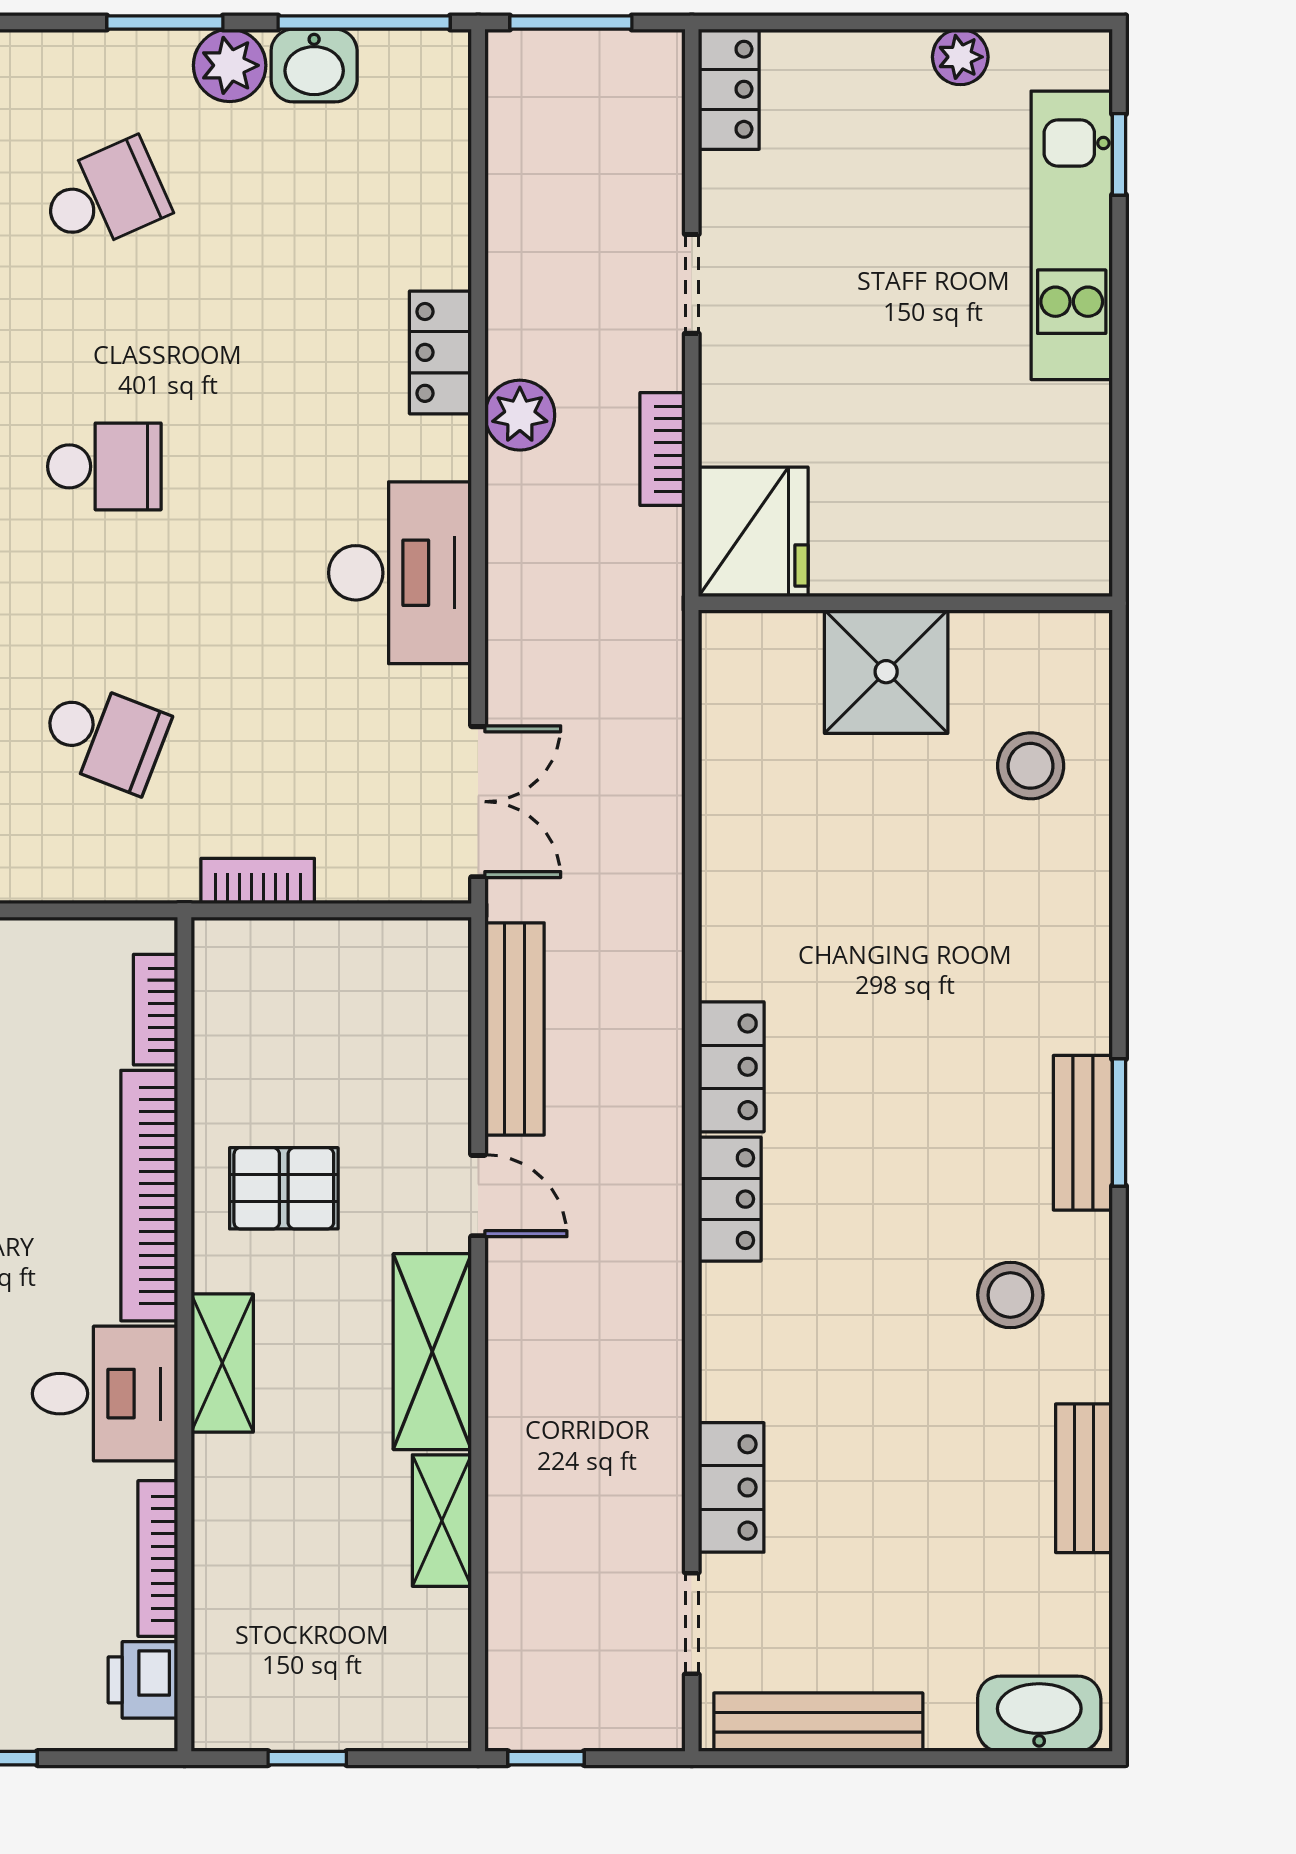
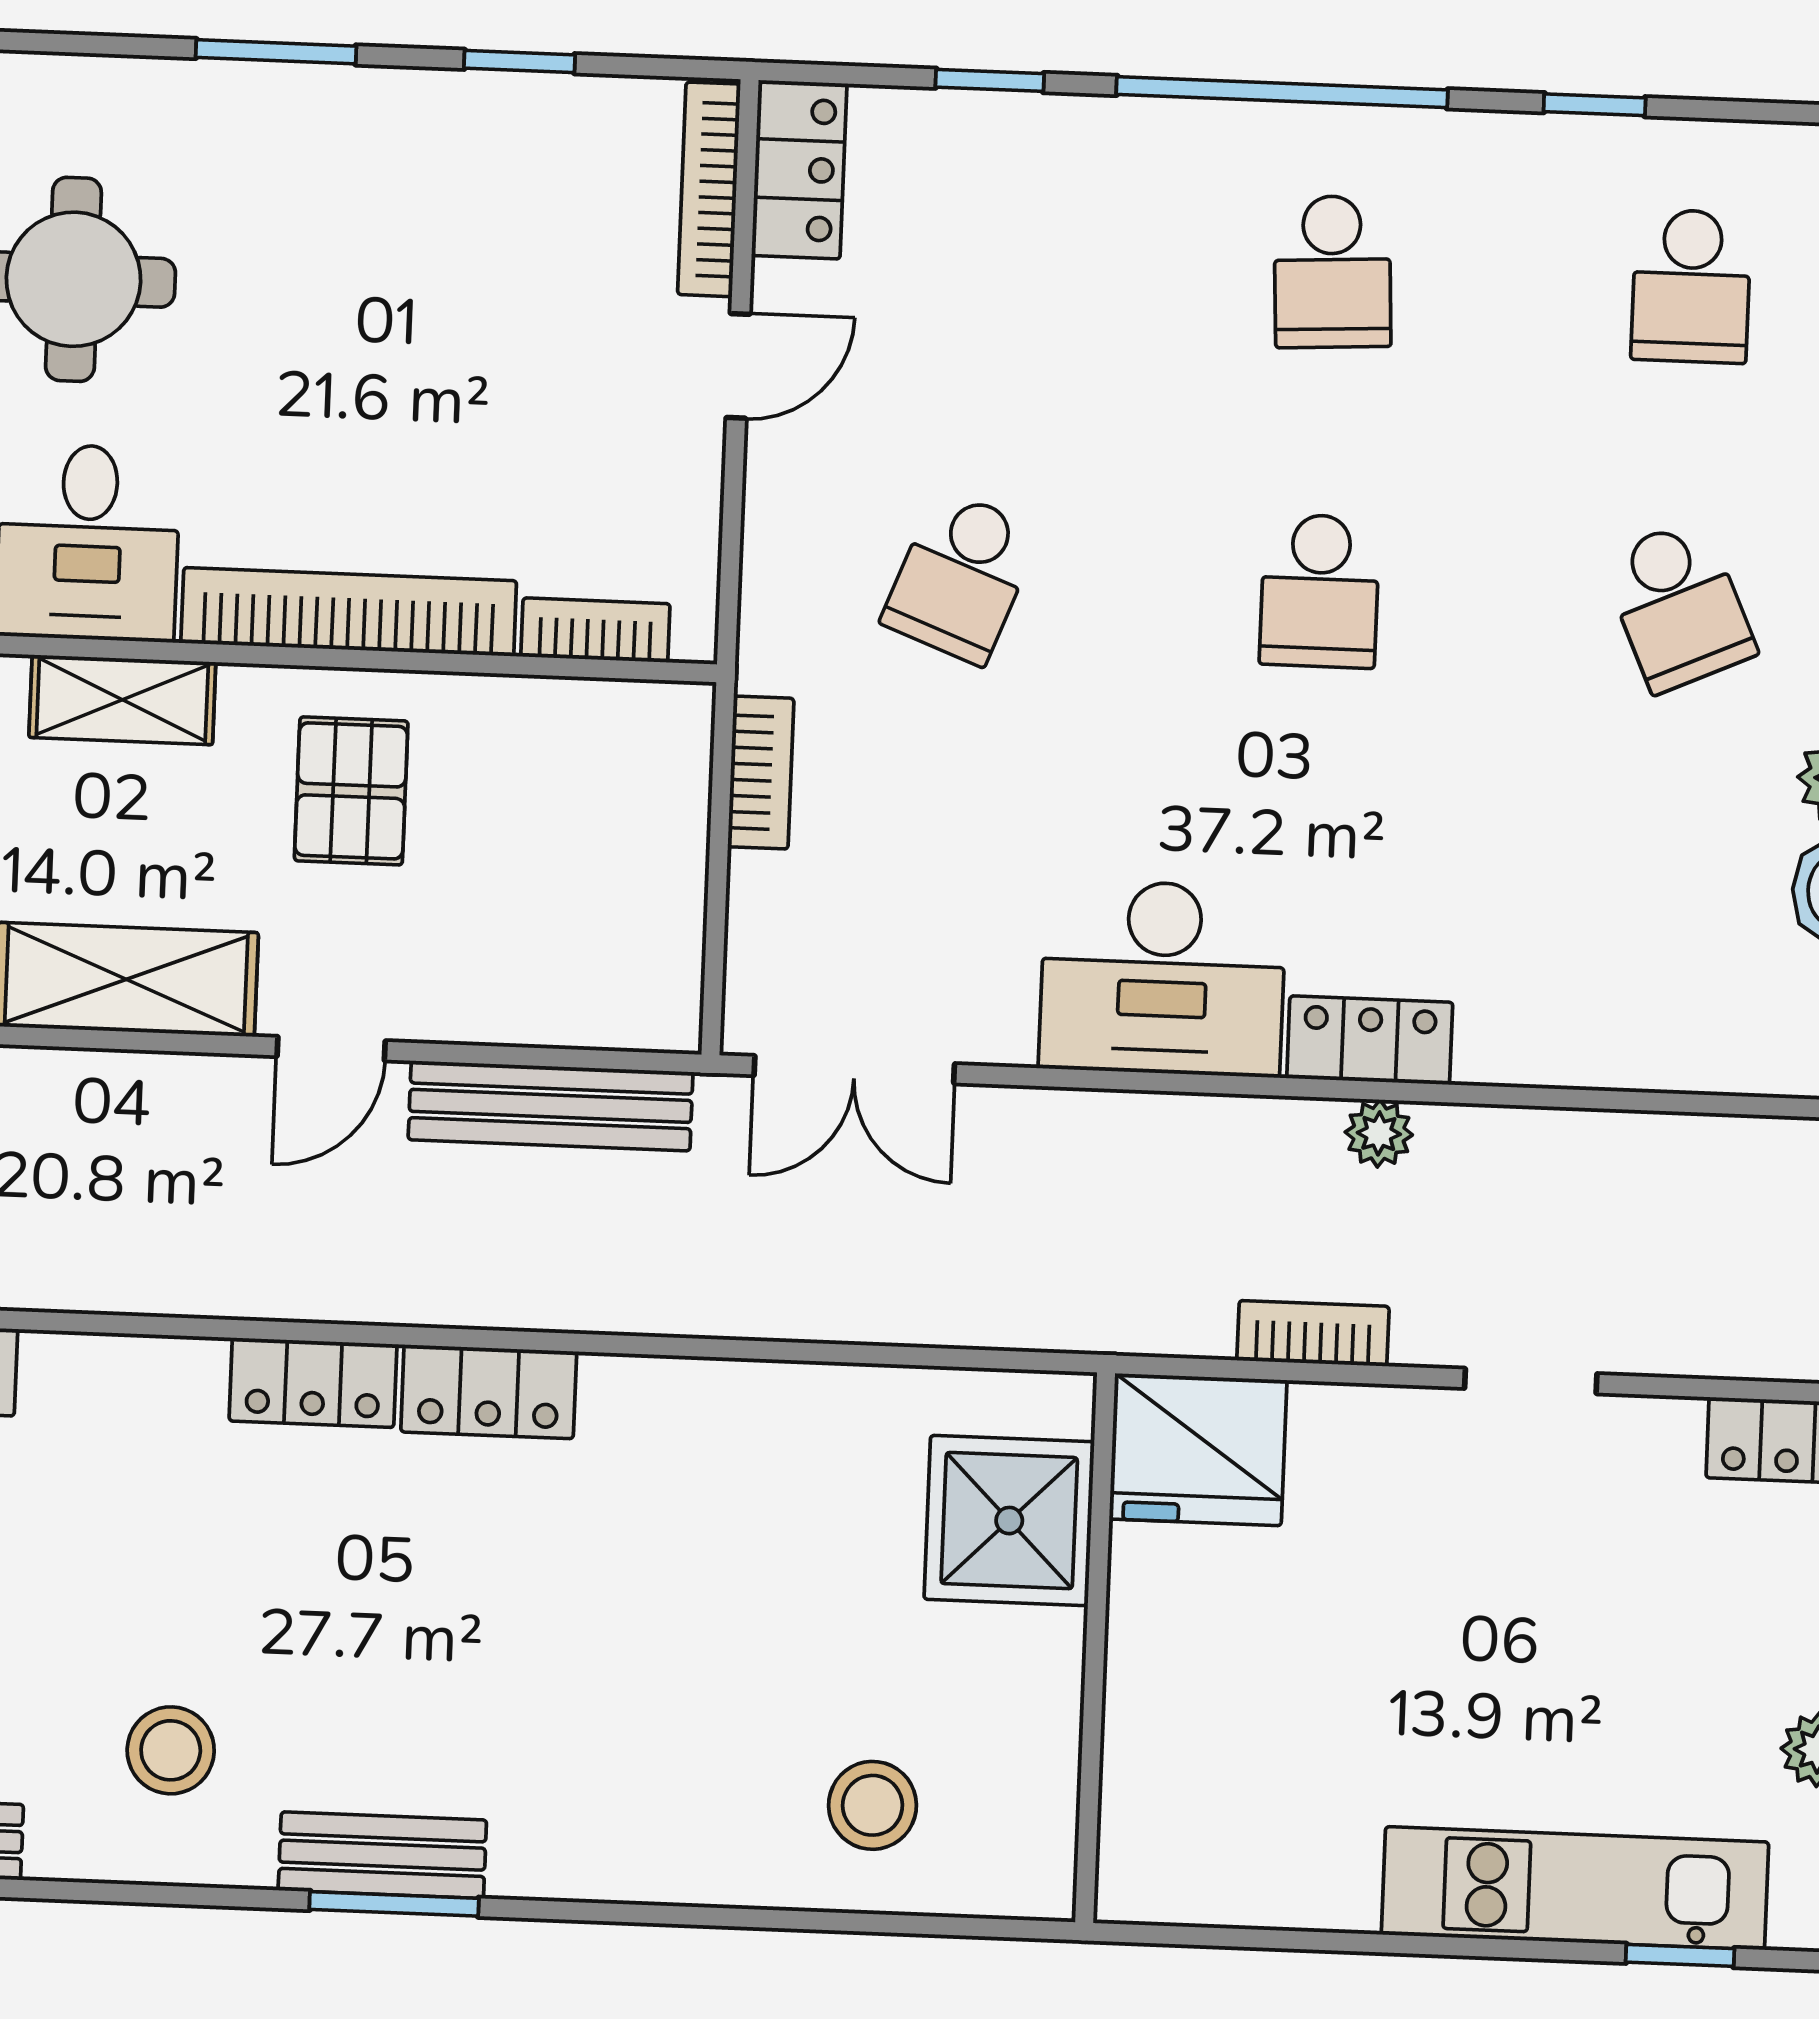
locker: (440, 352) -> (1370, 1040), moved
plant: (520, 415) -> (1379, 1133), width x0.73, depth x0.73
shower: (886, 672) -> (1009, 1521), moved

